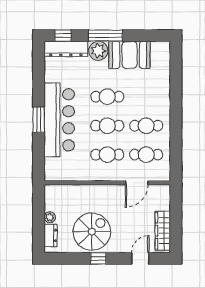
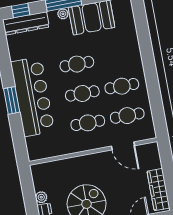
plant: (98, 51) -> (63, 14), width x0.53, depth x0.53
door: (137, 183) -> (123, 146), hinge flipped

